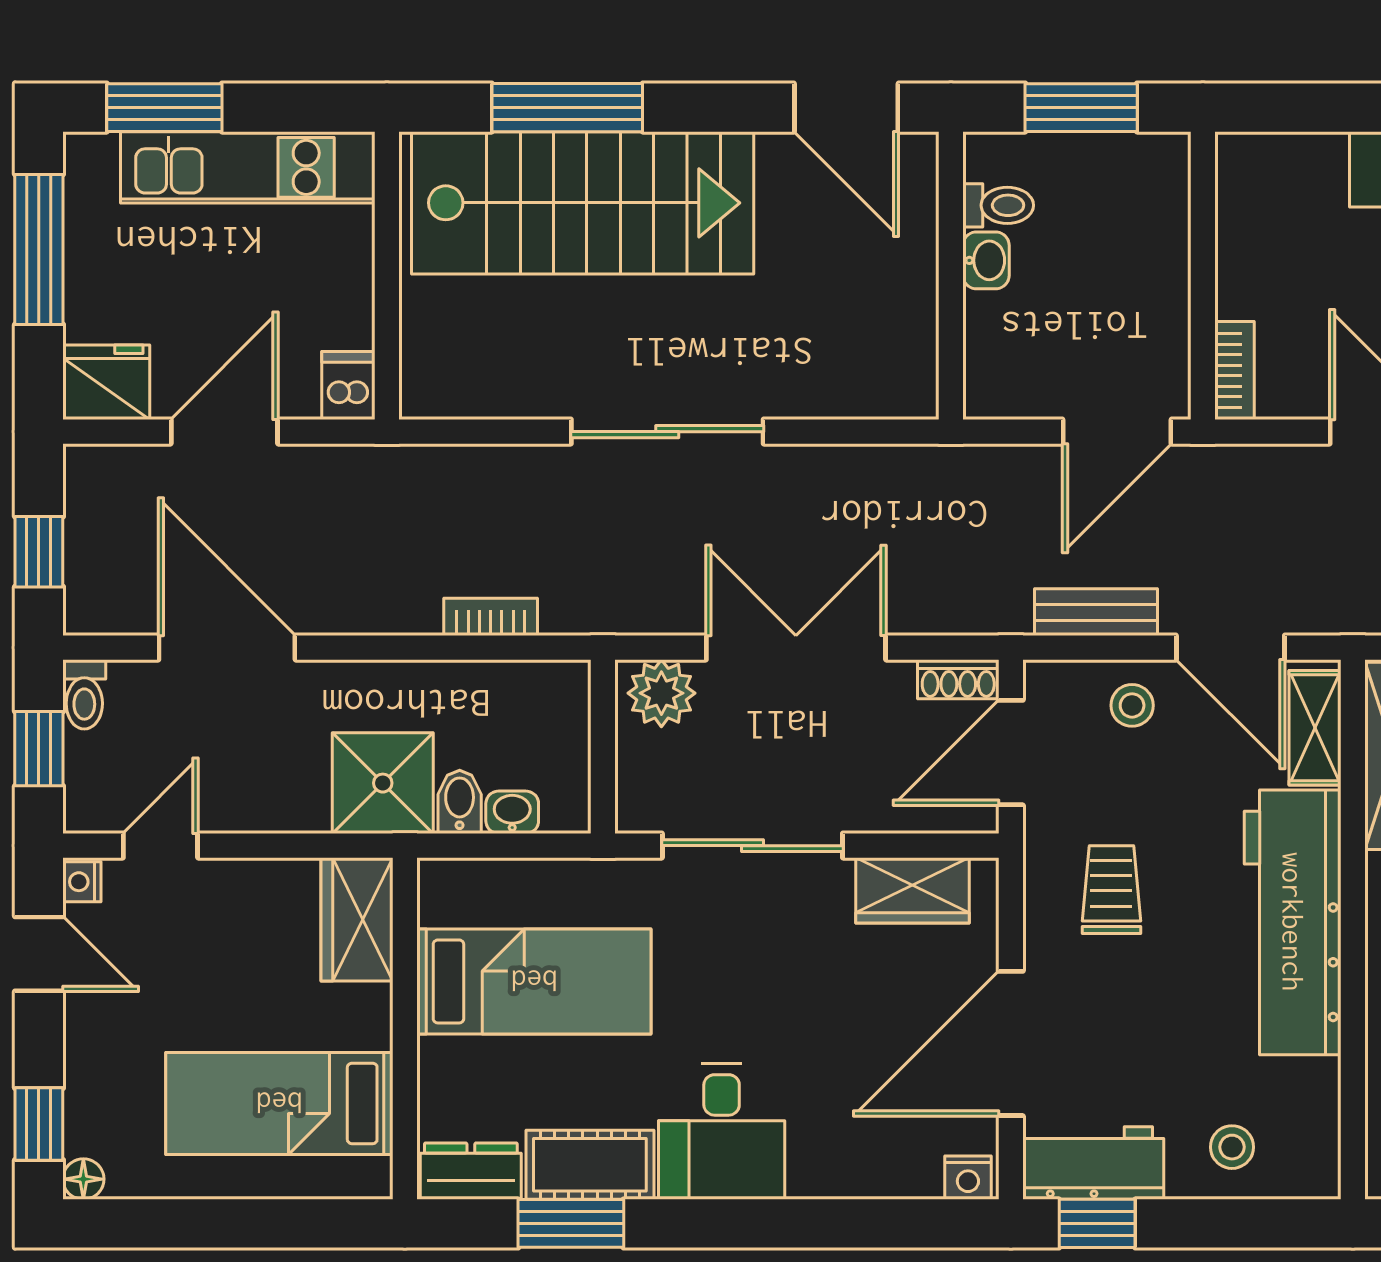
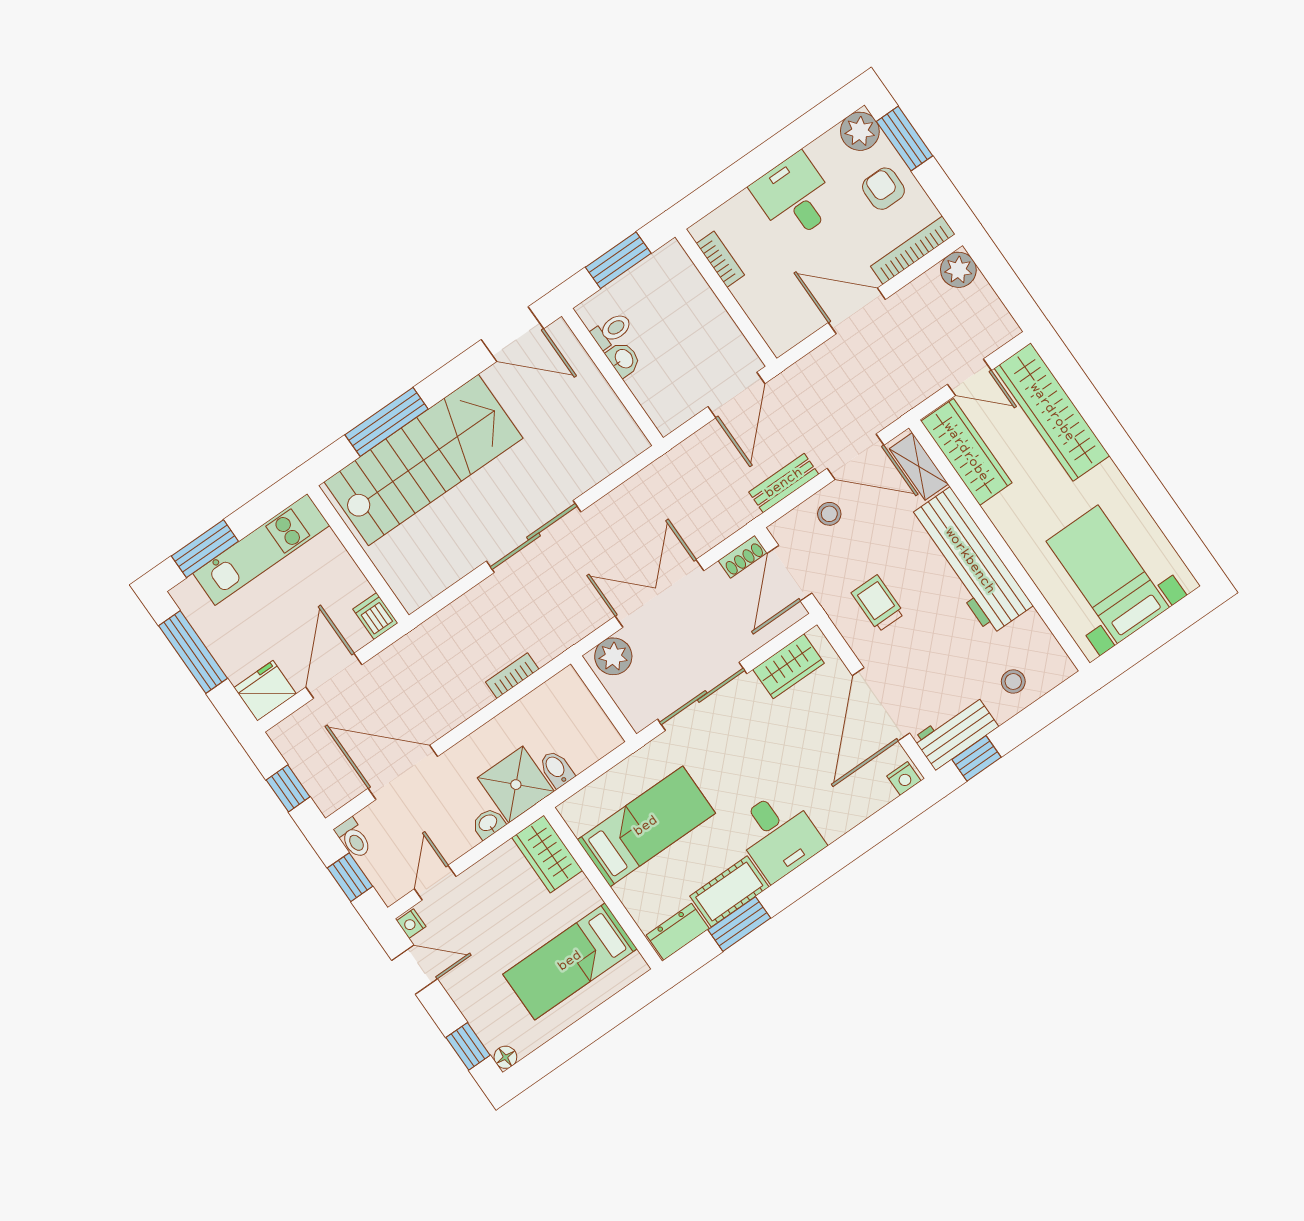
bookcase: (1234, 370) -> (720, 259), moved
washbasin: (512, 812) -> (488, 823), moved

